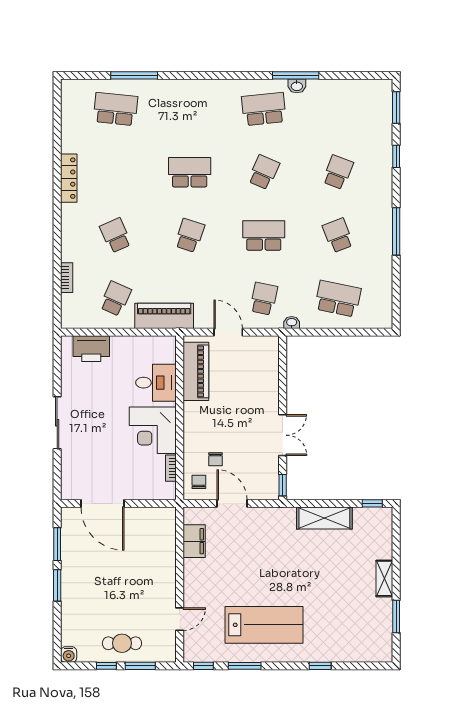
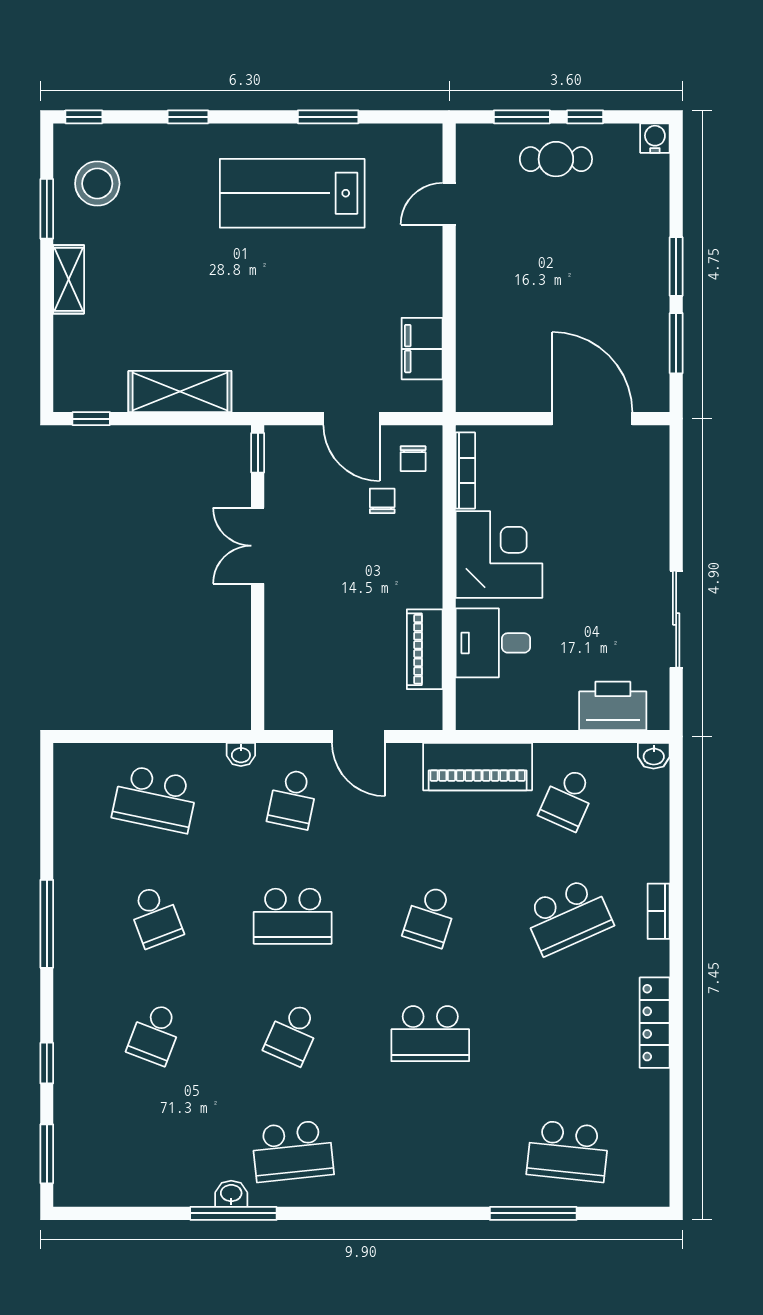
school desk: (116, 235) -> (568, 916), width x1.85
bookcase: (67, 278) -> (659, 911), moved
washbasin: (69, 322) -> (654, 756), added
piano: (196, 371) -> (425, 649), width x0.73, depth x0.75
sliding door: (57, 423) -> (676, 619), moved
bookcase: (171, 468) -> (465, 470), width x1.56
stool: (369, 630) -> (97, 184), added
window: (203, 666) -> (84, 117), moved

